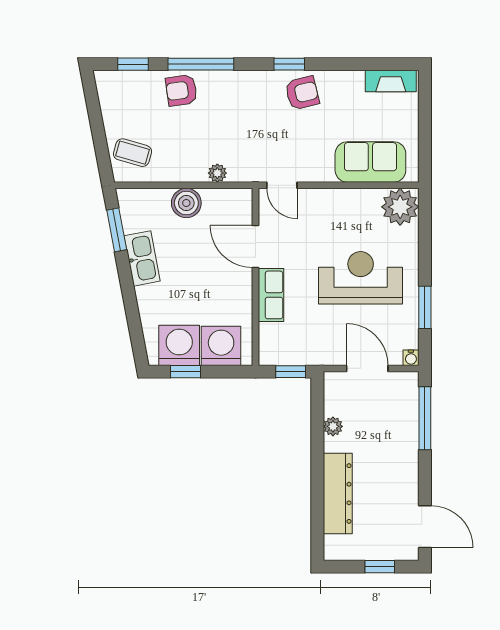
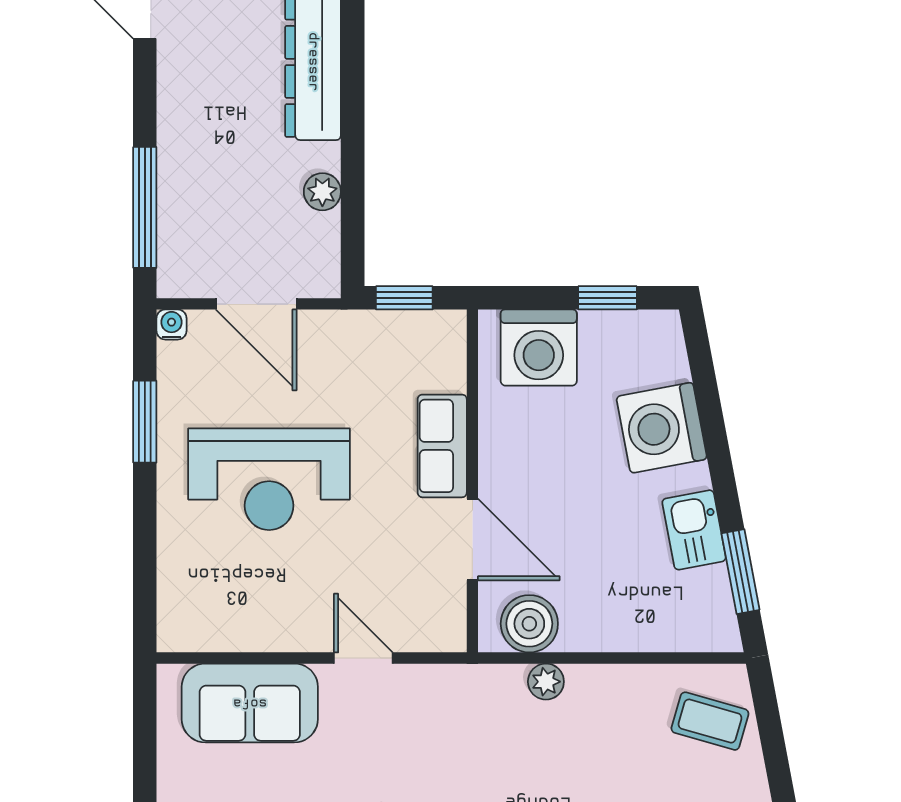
door: (282, 185) -> (363, 658), moved
boiler: (186, 203) -> (529, 624), moved
plant: (400, 207) -> (193, 616), removed
kitchen sink: (142, 258) -> (694, 530), width x0.73
washing machine: (179, 345) -> (662, 428), moved, turned 79

